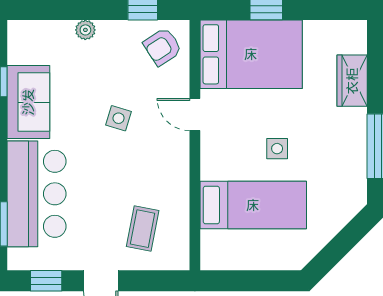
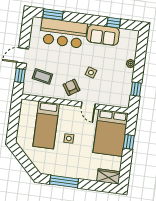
armchair: (162, 47) -> (71, 87), moved
wardrobe: (352, 81) -> (108, 176), moved
door: (195, 114) -> (88, 105), swing flipped
window: (46, 281) -> (20, 76), moved

